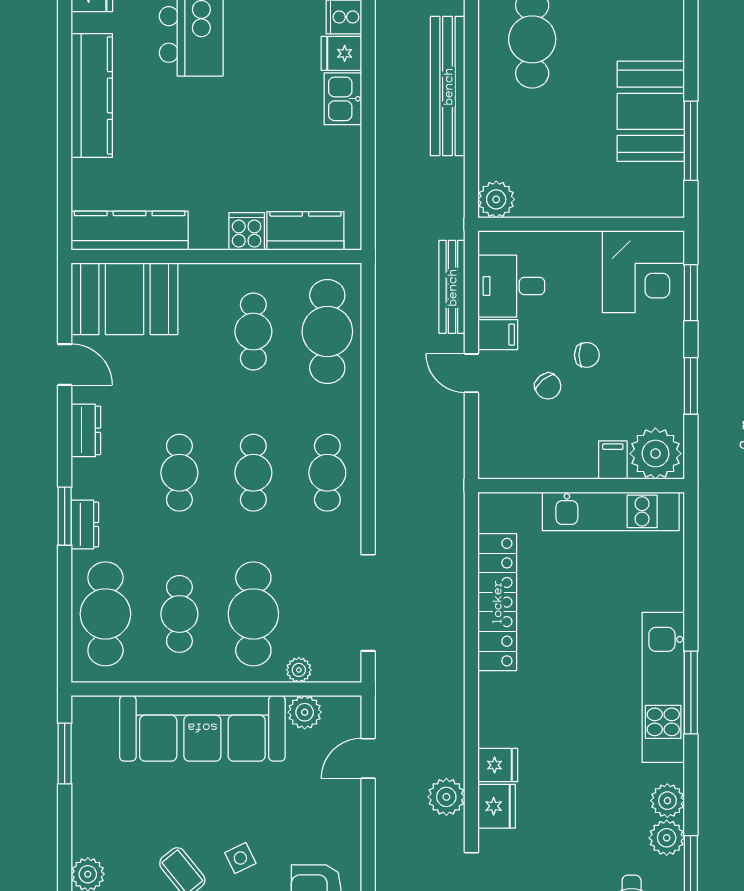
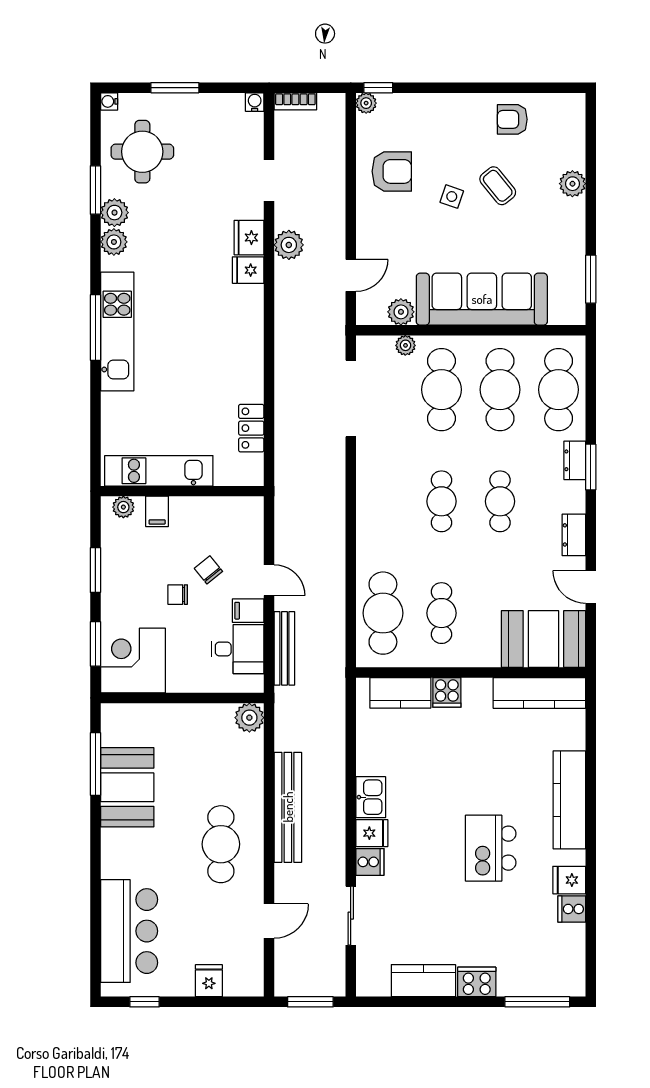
plant: (655, 454) -> (123, 507), width x0.53, depth x0.53
cafe table: (327, 473) -> (383, 501), removed
locker: (497, 602) -> (251, 428), width x0.46, depth x0.83
cafe table: (179, 614) -> (500, 390), width x1.37, depth x1.35
side table: (240, 858) -> (452, 197), turned 45

